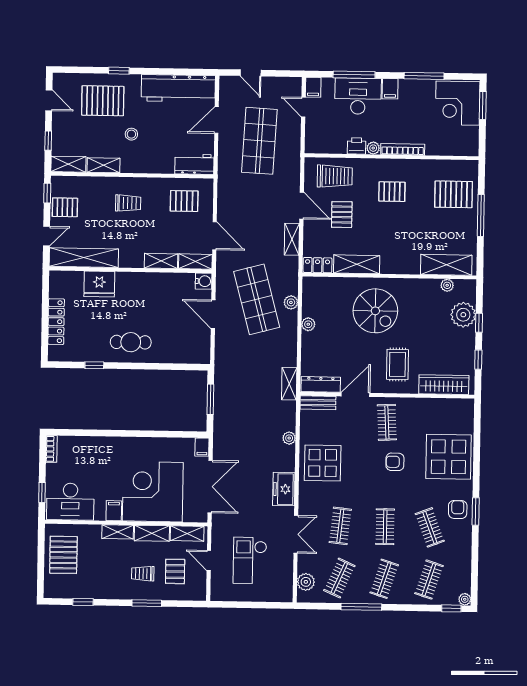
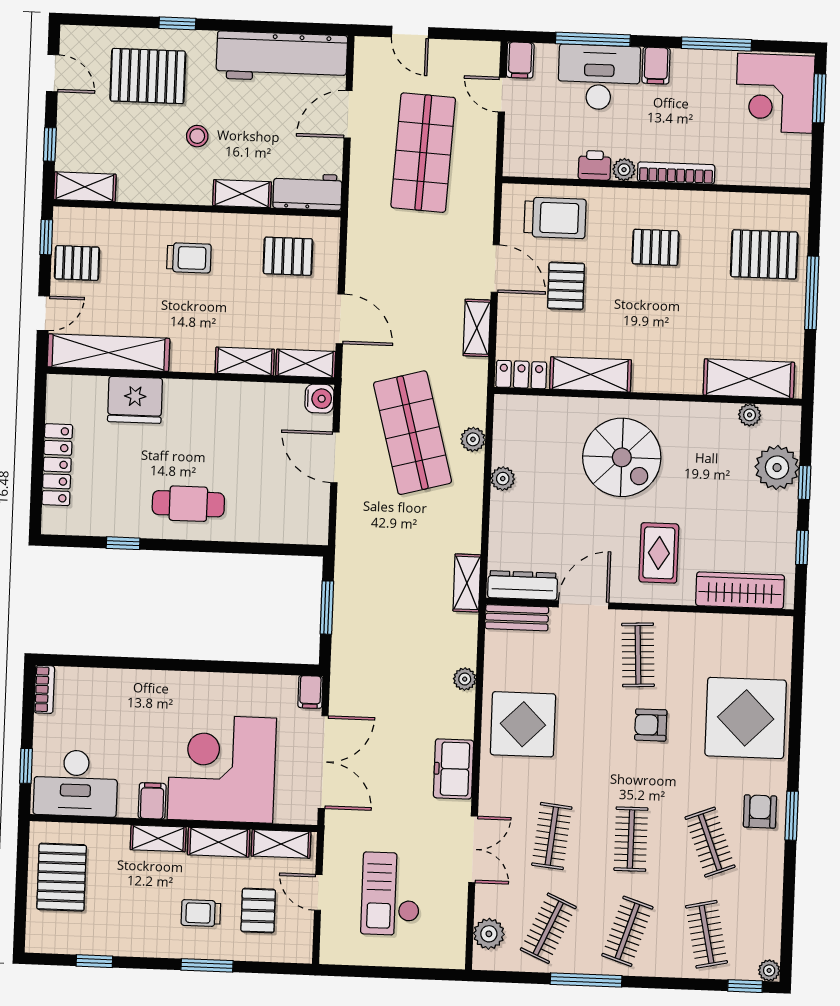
shelving: (103, 165) -> (242, 194), moved
clothes rail: (429, 580) -> (706, 934), turned -30

